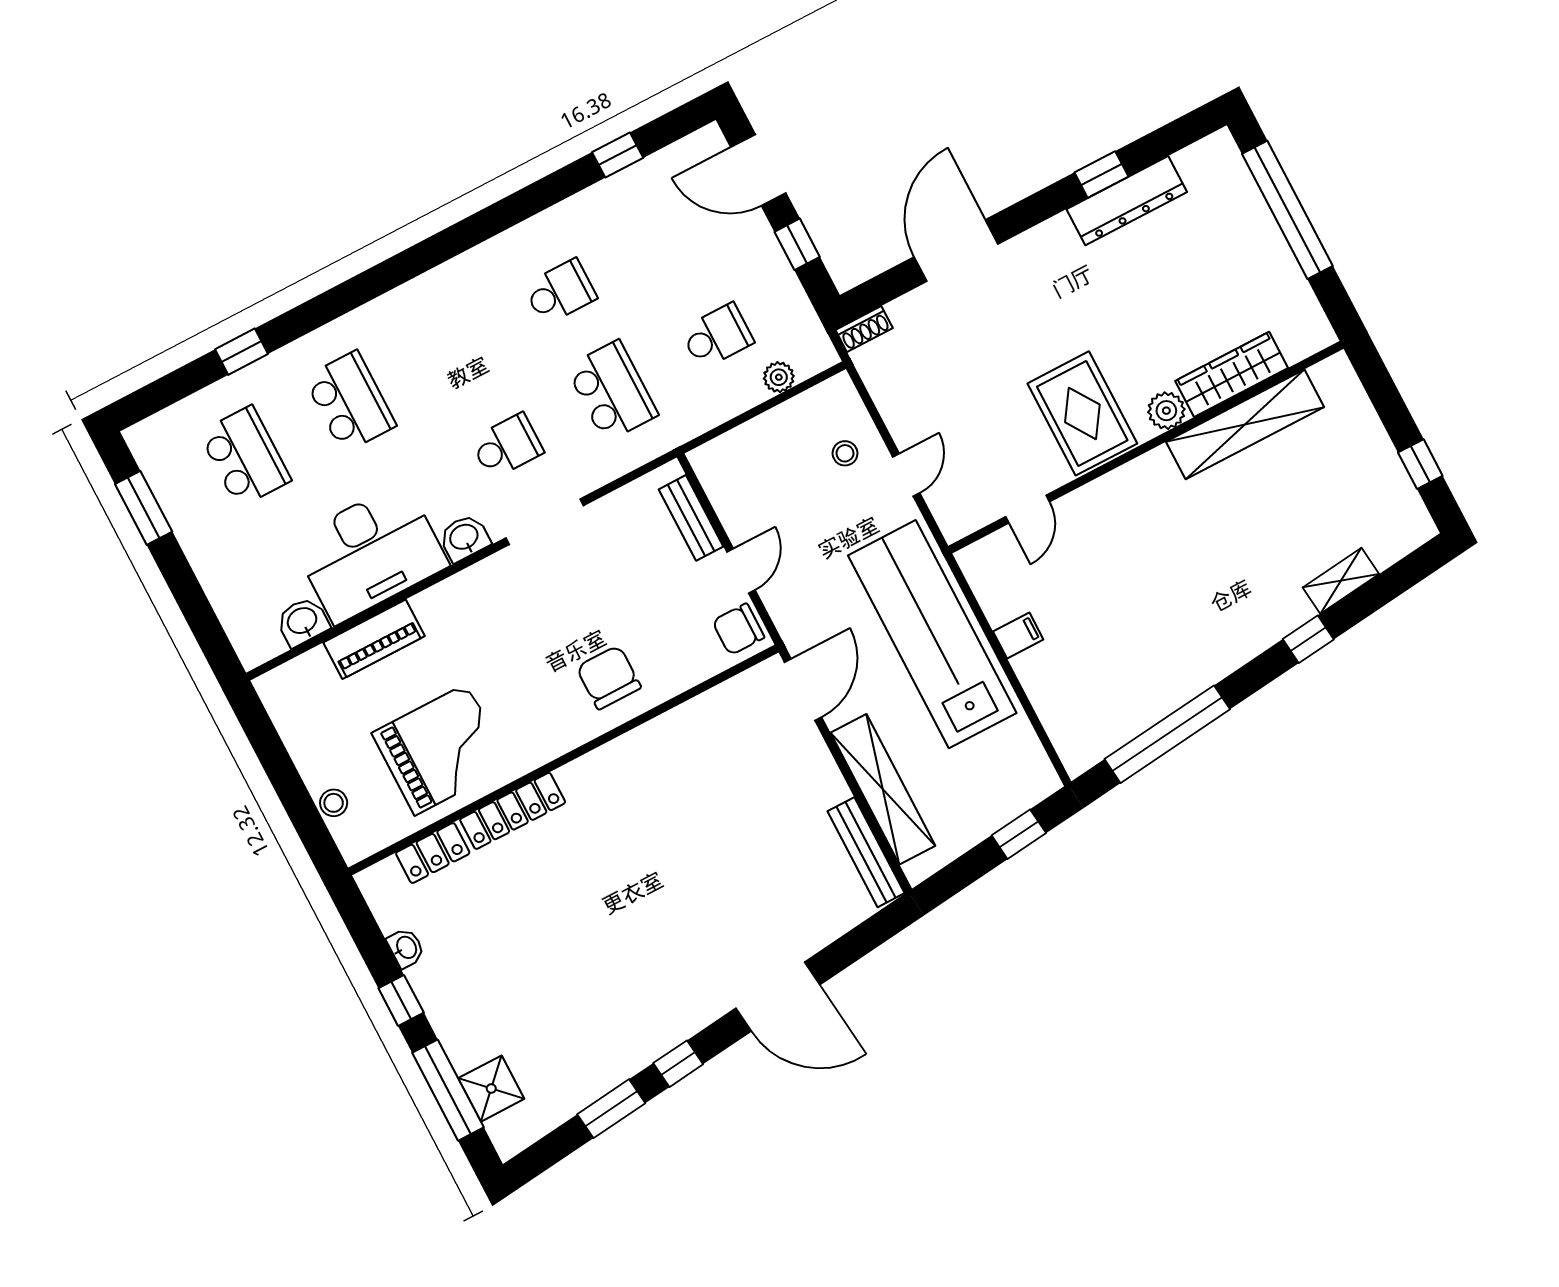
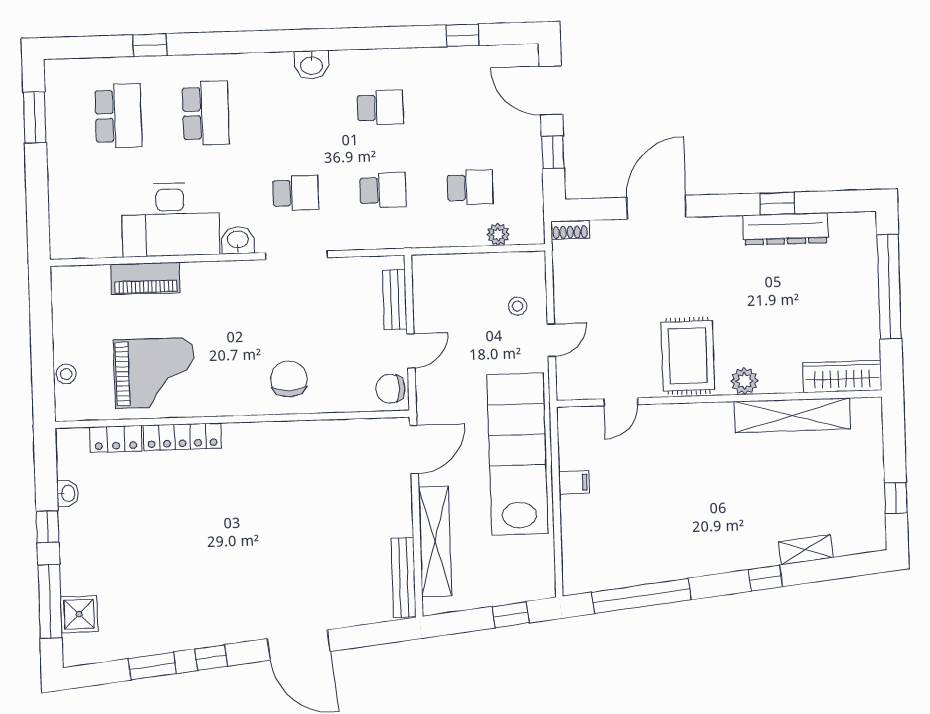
wardrobe: (1232, 374) -> (842, 376), moved
school desk: (612, 391) -> (383, 190), width x0.54
washbasin: (303, 622) -> (312, 65), moved, turned 180

